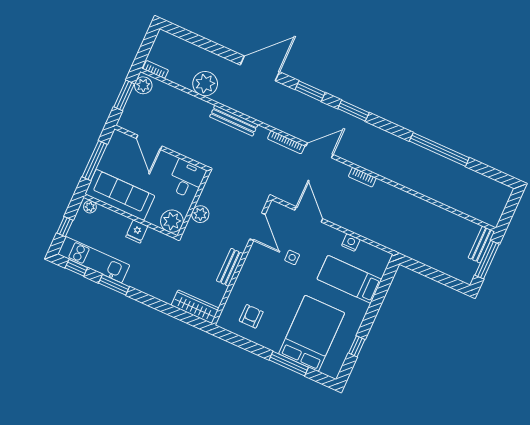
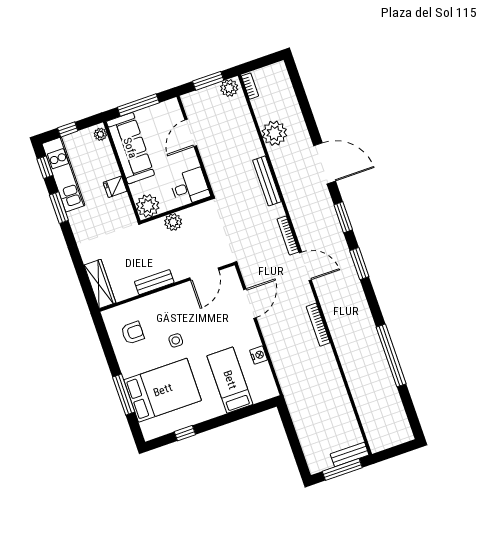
bookcase: (362, 177) -> (318, 325), width x1.56
side table: (292, 257) -> (176, 340), moved

